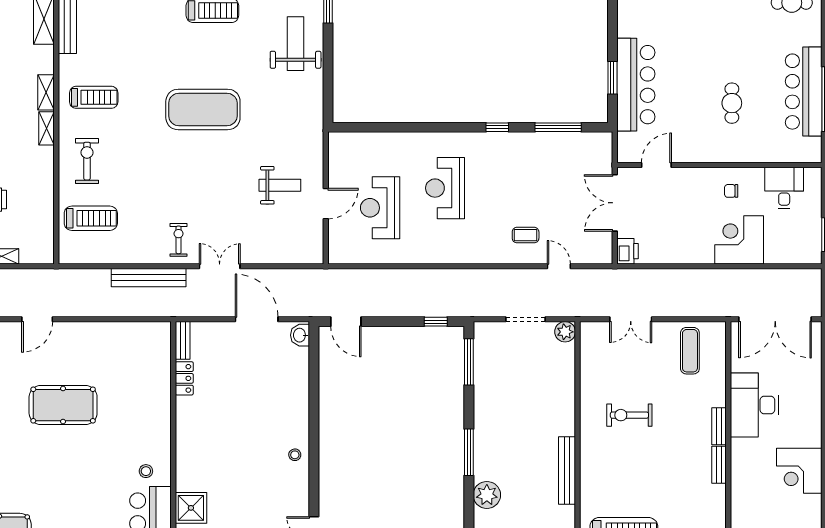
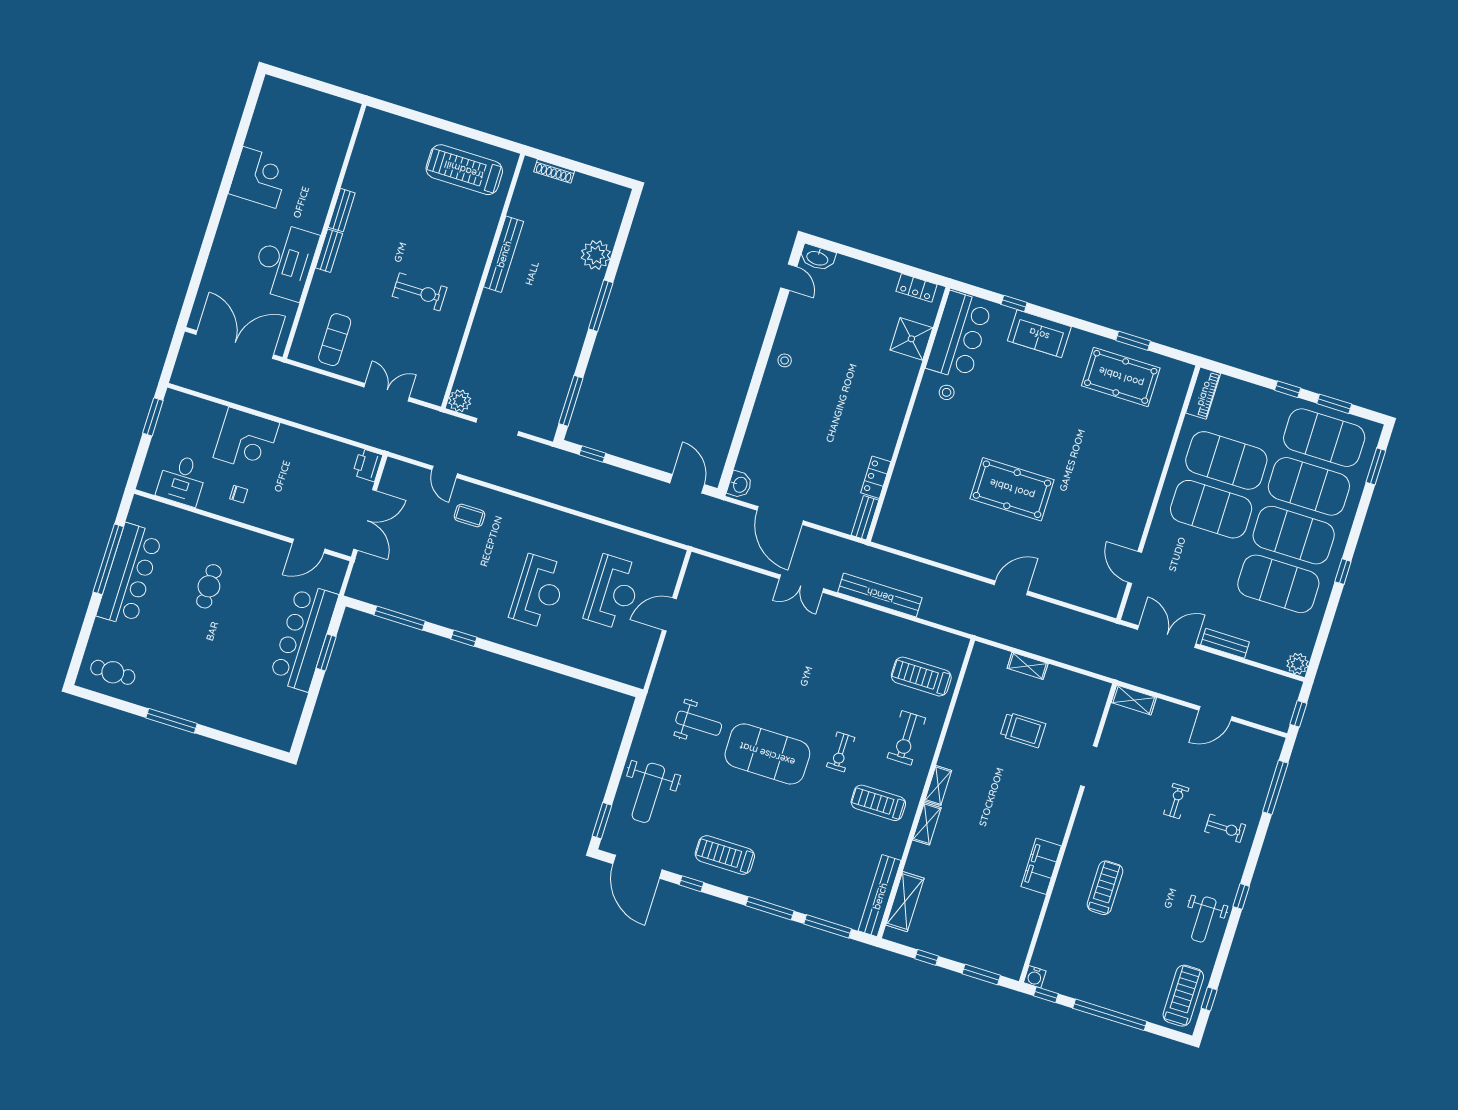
weight bench: (280, 185) -> (699, 723), moved, turned 180
exercise bike: (179, 240) -> (841, 752), moved

